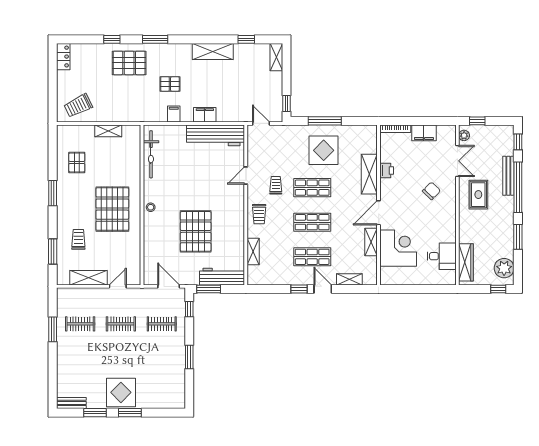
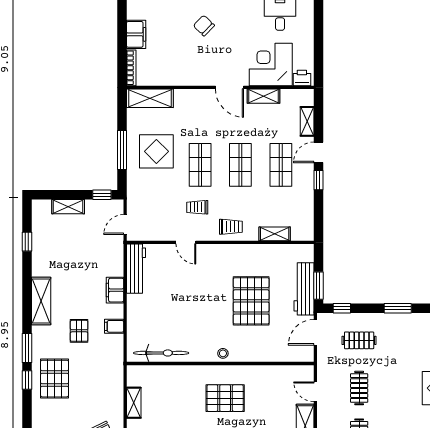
window: (112, 39) -> (27, 380), moved
shelving: (213, 51) -> (41, 301), moved
shelving: (276, 57) -> (68, 207), moved
workbench: (216, 135) -> (136, 269), width x0.73, depth x0.76
printer: (387, 170) -> (302, 78), moved
shelving: (369, 174) -> (150, 98), moved
pallet: (112, 209) -> (225, 398), width x0.73, depth x0.71
pallet: (196, 231) -> (251, 301), turned 90
workbench: (222, 277) -> (304, 289), moved
clothes rail: (162, 324) -> (359, 340), turned 90

